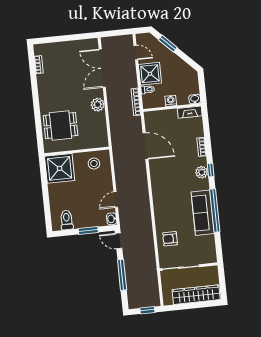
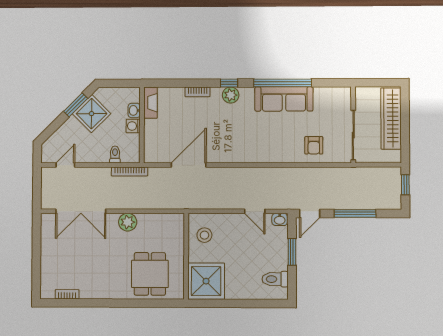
window: (168, 44) -> (76, 105), moved
shower: (150, 74) -> (92, 114), moved, turned 45
washbasin: (195, 99) -> (134, 110), moved

